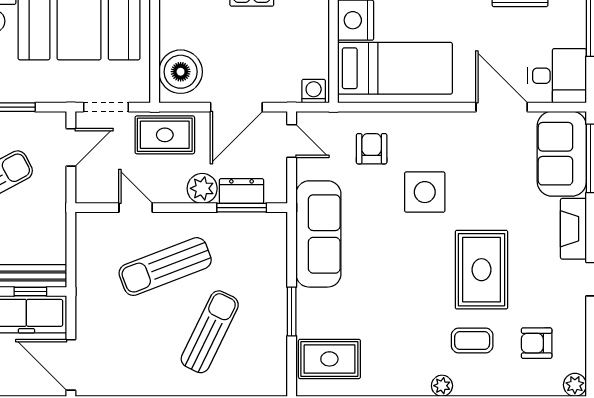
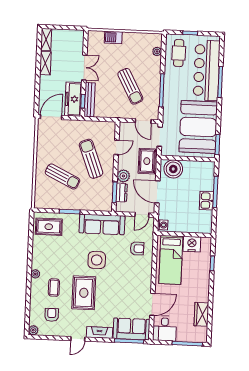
side table: (425, 192) -> (97, 260), moved
rug: (481, 270) -> (84, 293), turned 90
rug: (329, 359) -> (49, 227), turned 90

